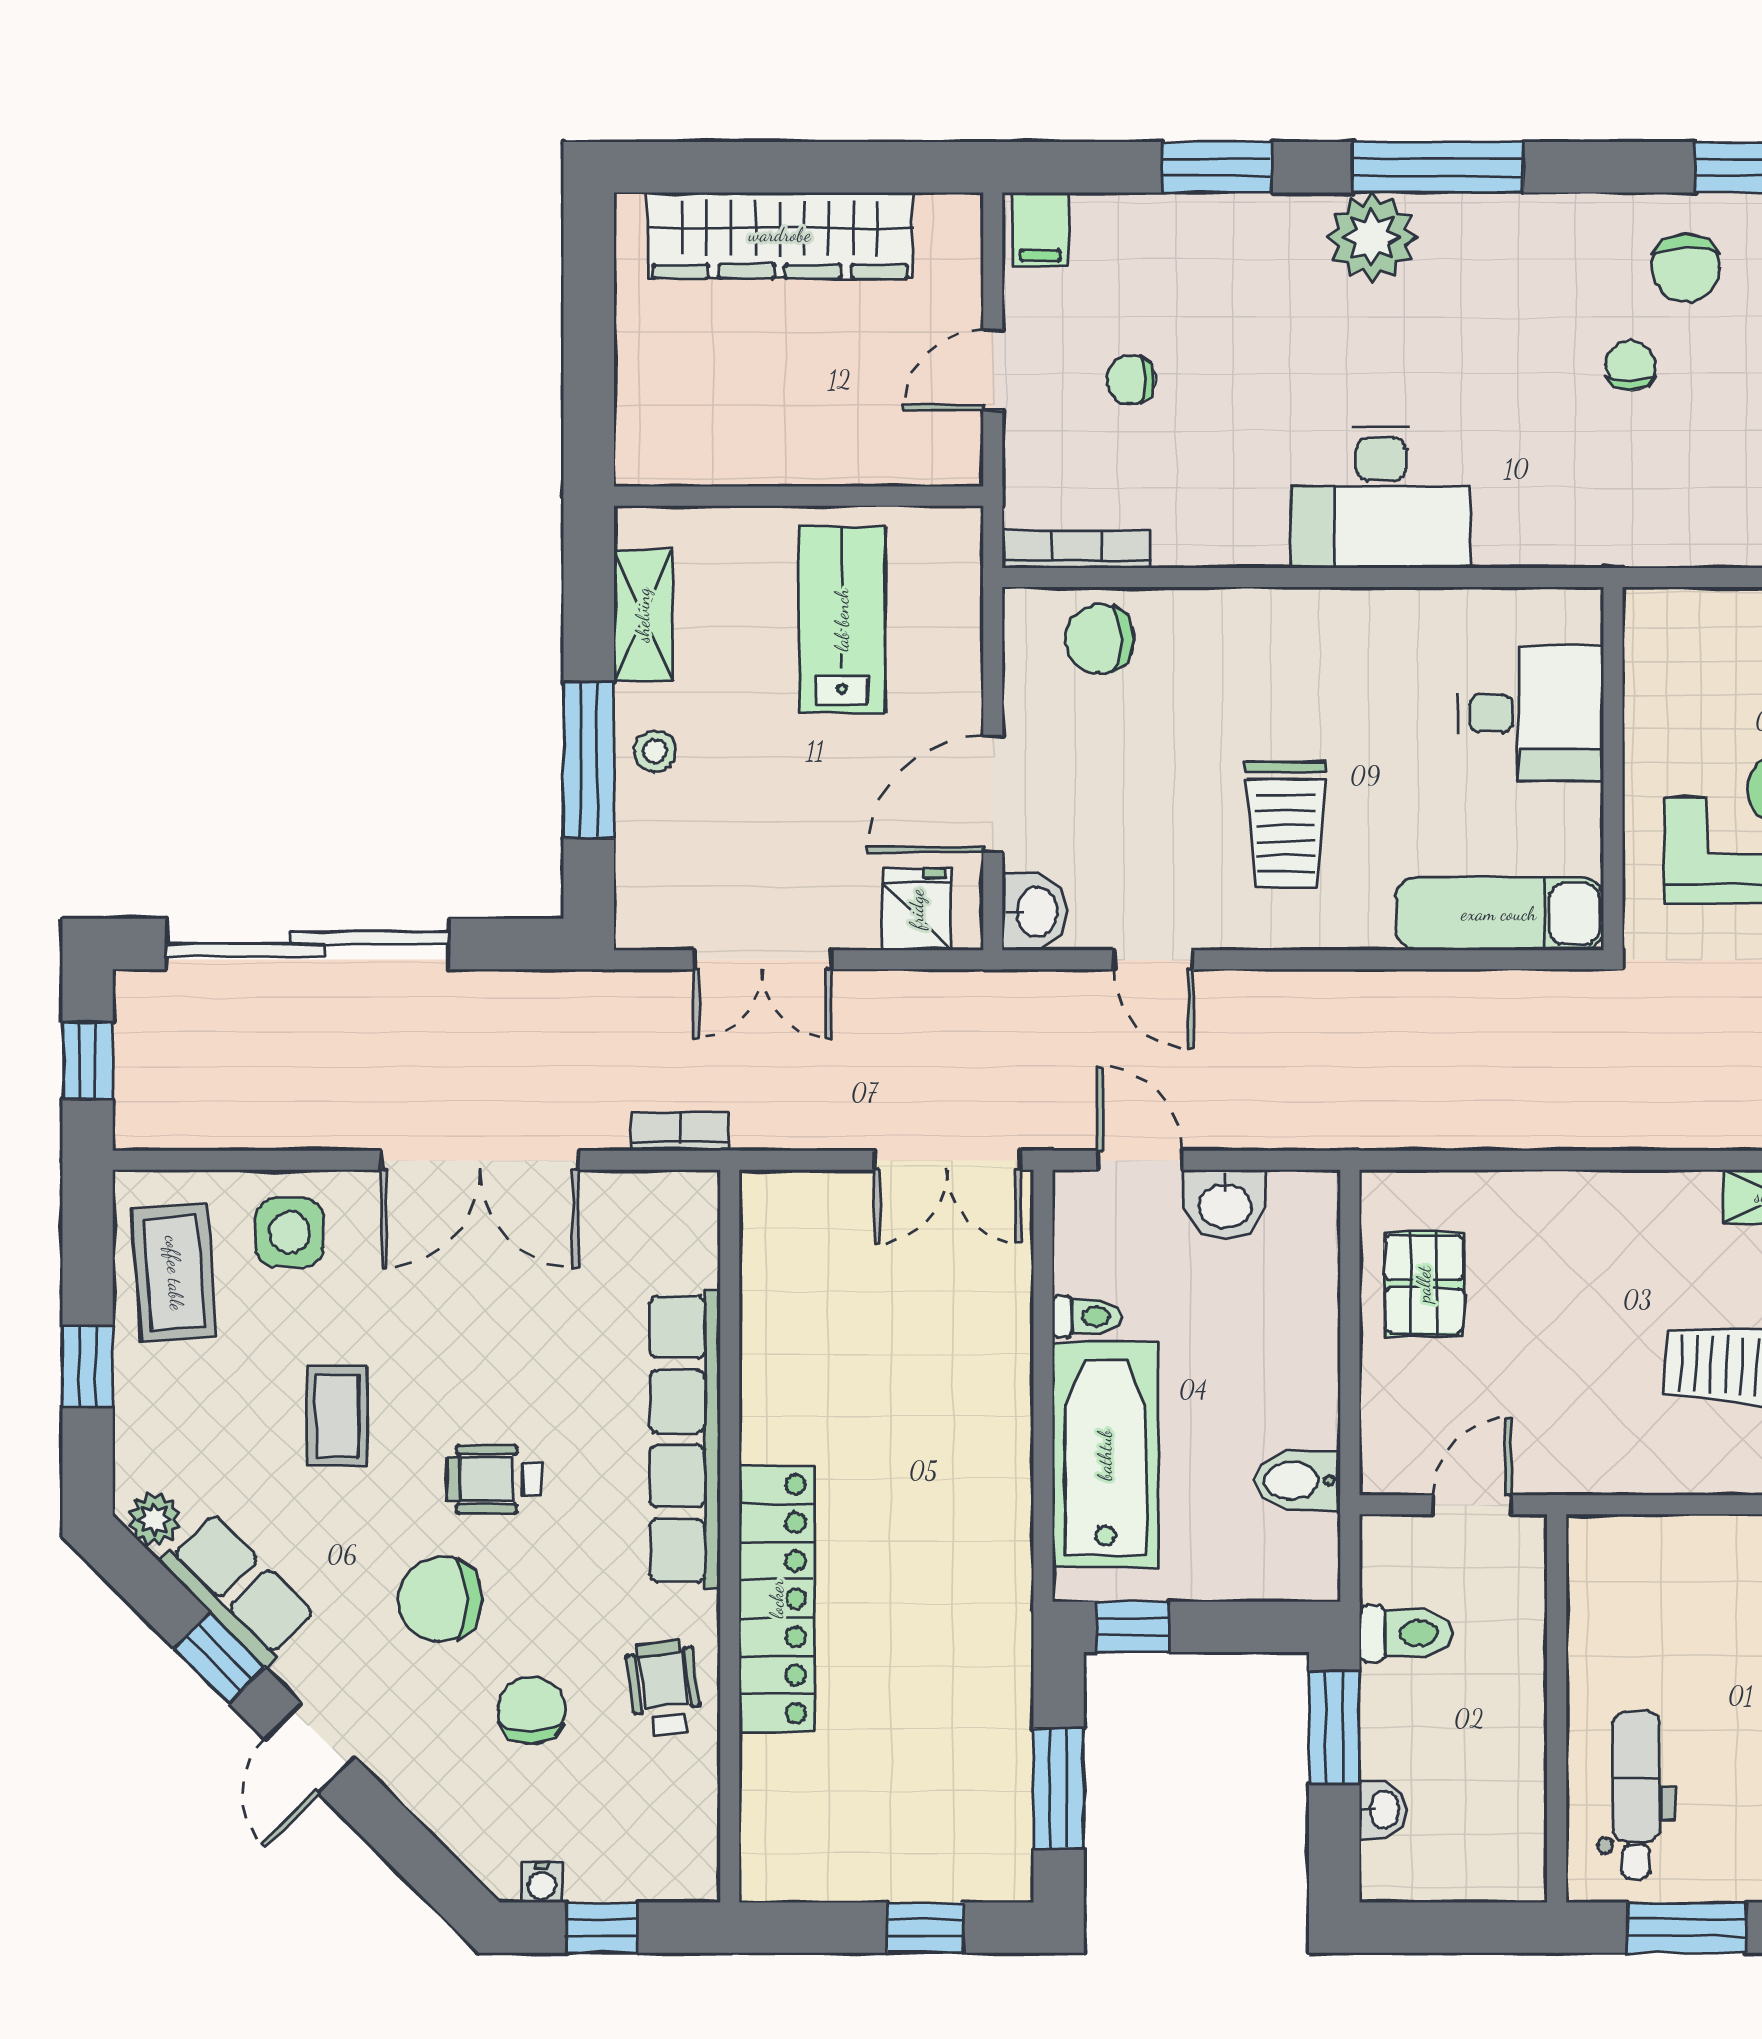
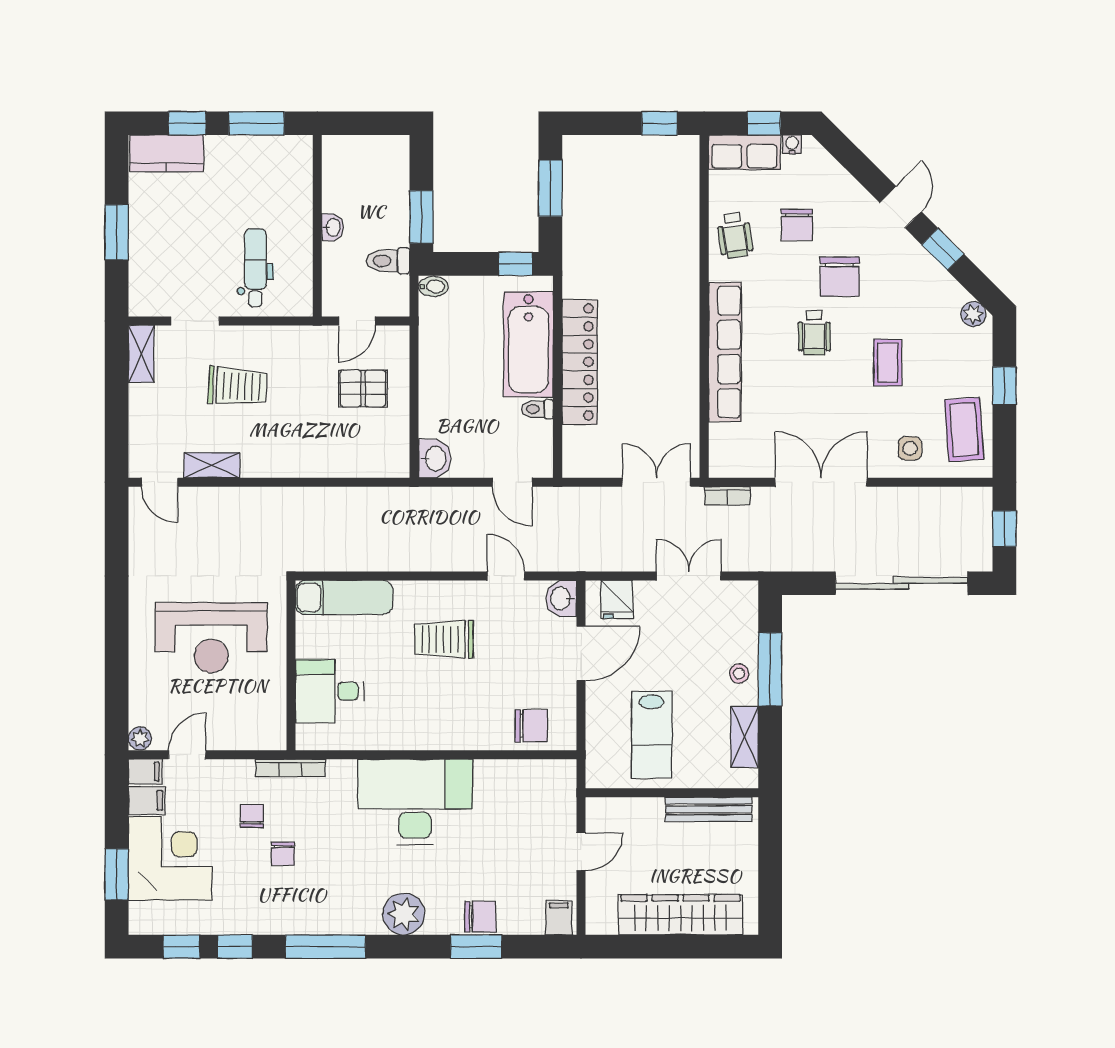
window: (1438, 167) -> (326, 947), moved
chair: (1686, 268) -> (252, 816), moved, width x0.73, depth x0.73
chair: (1131, 380) -> (480, 917), moved, width x1.37, depth x1.37
bench: (720, 461) -> (709, 809), added
desk: (1381, 497) -> (415, 802), width x1.36, depth x1.30
bookcase: (1076, 549) -> (290, 768), moved
trolley: (1286, 824) -> (444, 639), turned -90
double door: (947, 1160) -> (656, 482), moved
washbasin: (1225, 1204) -> (435, 459), moved, turned 90
side table: (290, 1232) -> (910, 448), width x0.73, depth x0.73
pallet: (1424, 1284) -> (363, 388), moved, turned 90
wheelchair: (494, 1479) -> (814, 333), turned 90
bidet: (1297, 1481) -> (433, 286), moved, width x0.72, depth x0.74
row of seats: (238, 1589) -> (744, 152), moved, turned -45
chair: (440, 1599) -> (840, 277), turned 90
locker: (777, 1599) -> (580, 362), moved, turned 180
dental chair: (1636, 1795) -> (255, 268), moved, turned 180
washbasin: (1383, 1810) -> (333, 227), moved, turned 180
window: (925, 1928) -> (660, 123), moved

